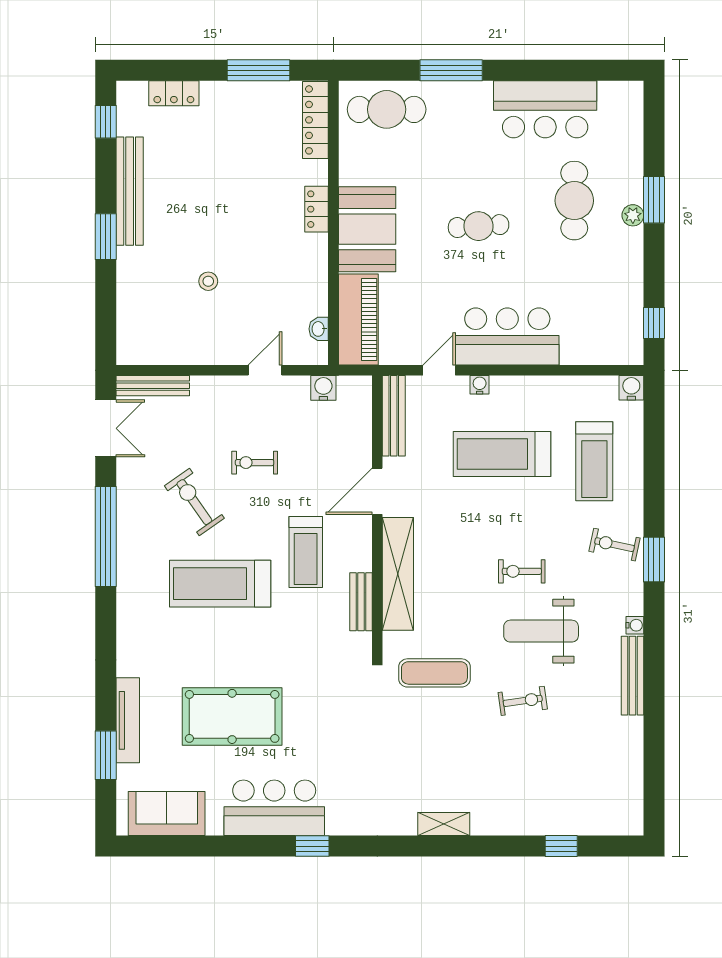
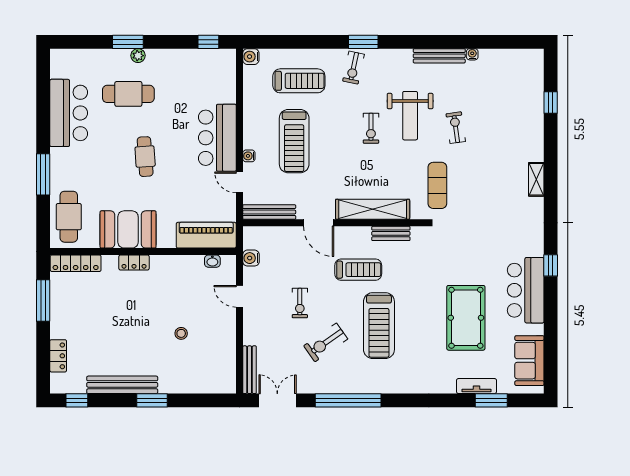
booth: (367, 229) -> (128, 229), moved
water cooler: (635, 625) -> (472, 54), moved
tv unit: (128, 720) -> (477, 386), width x0.71

